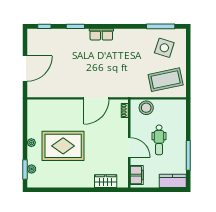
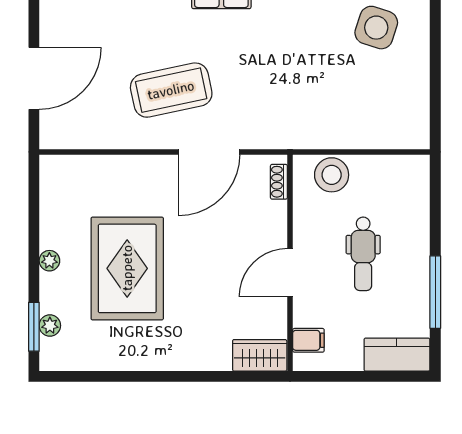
coffee table: (166, 80) -> (171, 90), moved
rug: (63, 146) -> (127, 268), turned 90
door: (129, 147) -> (290, 273), swing flipped
filing cabinet: (137, 175) -> (308, 340), width x0.50
wardrobe: (106, 181) -> (260, 355), moved

